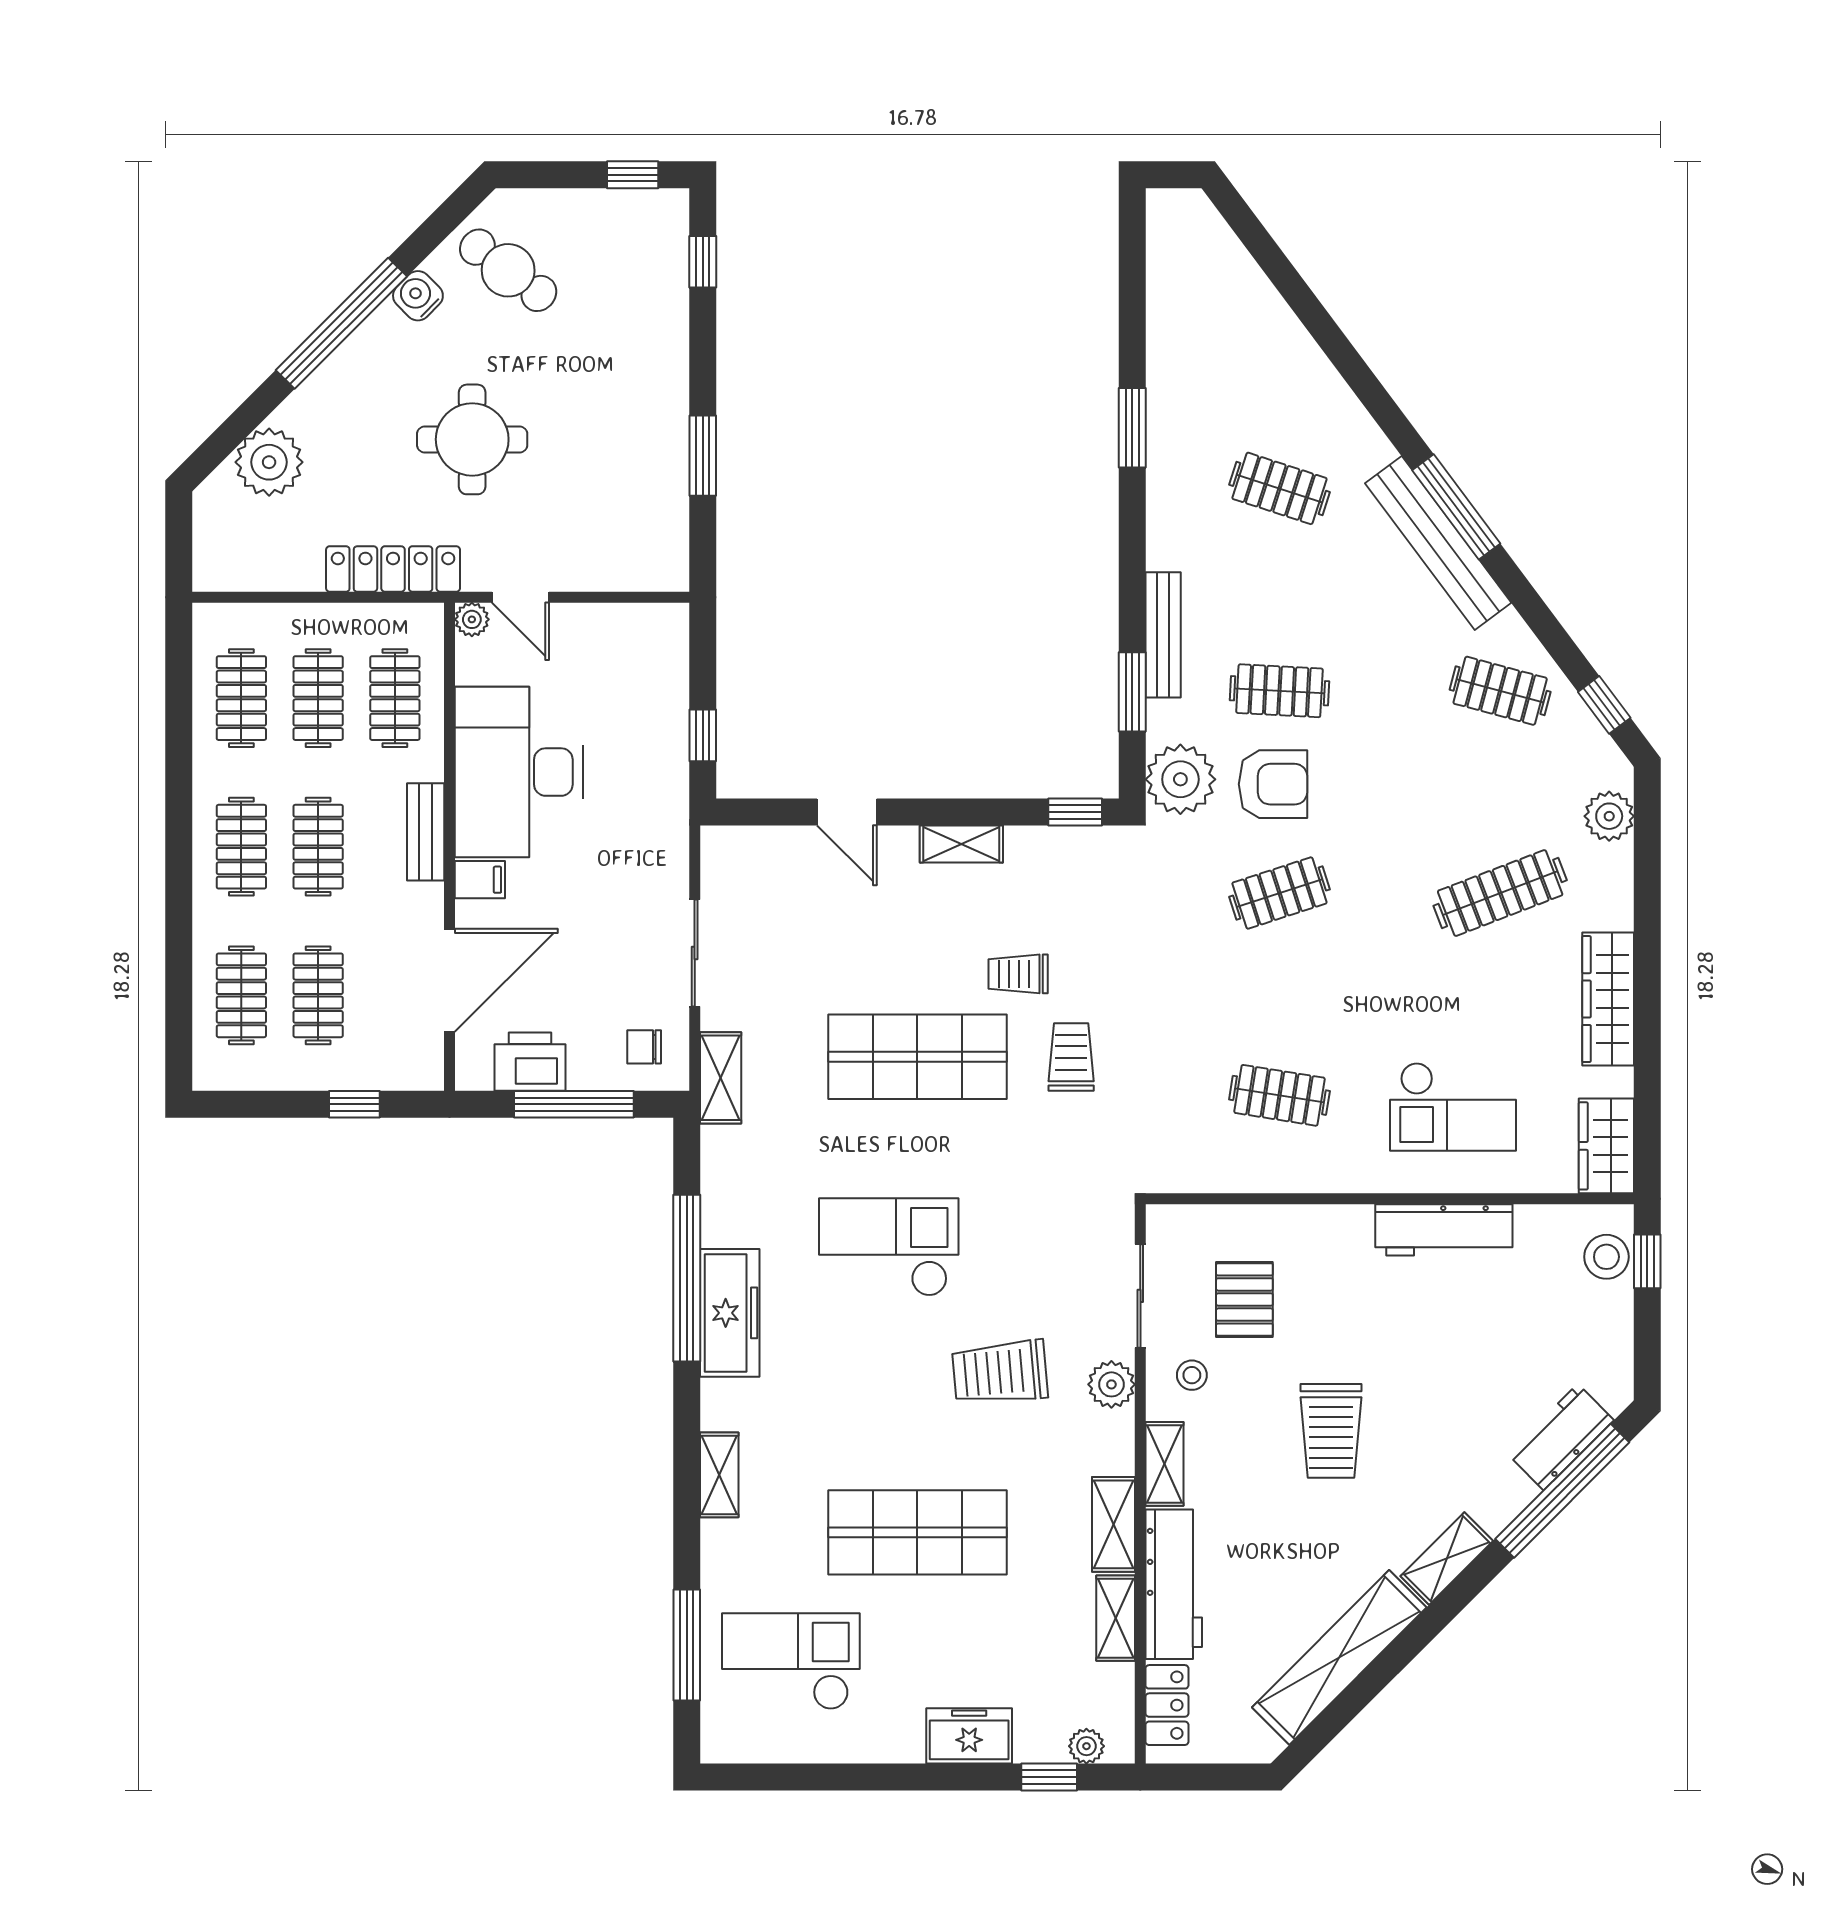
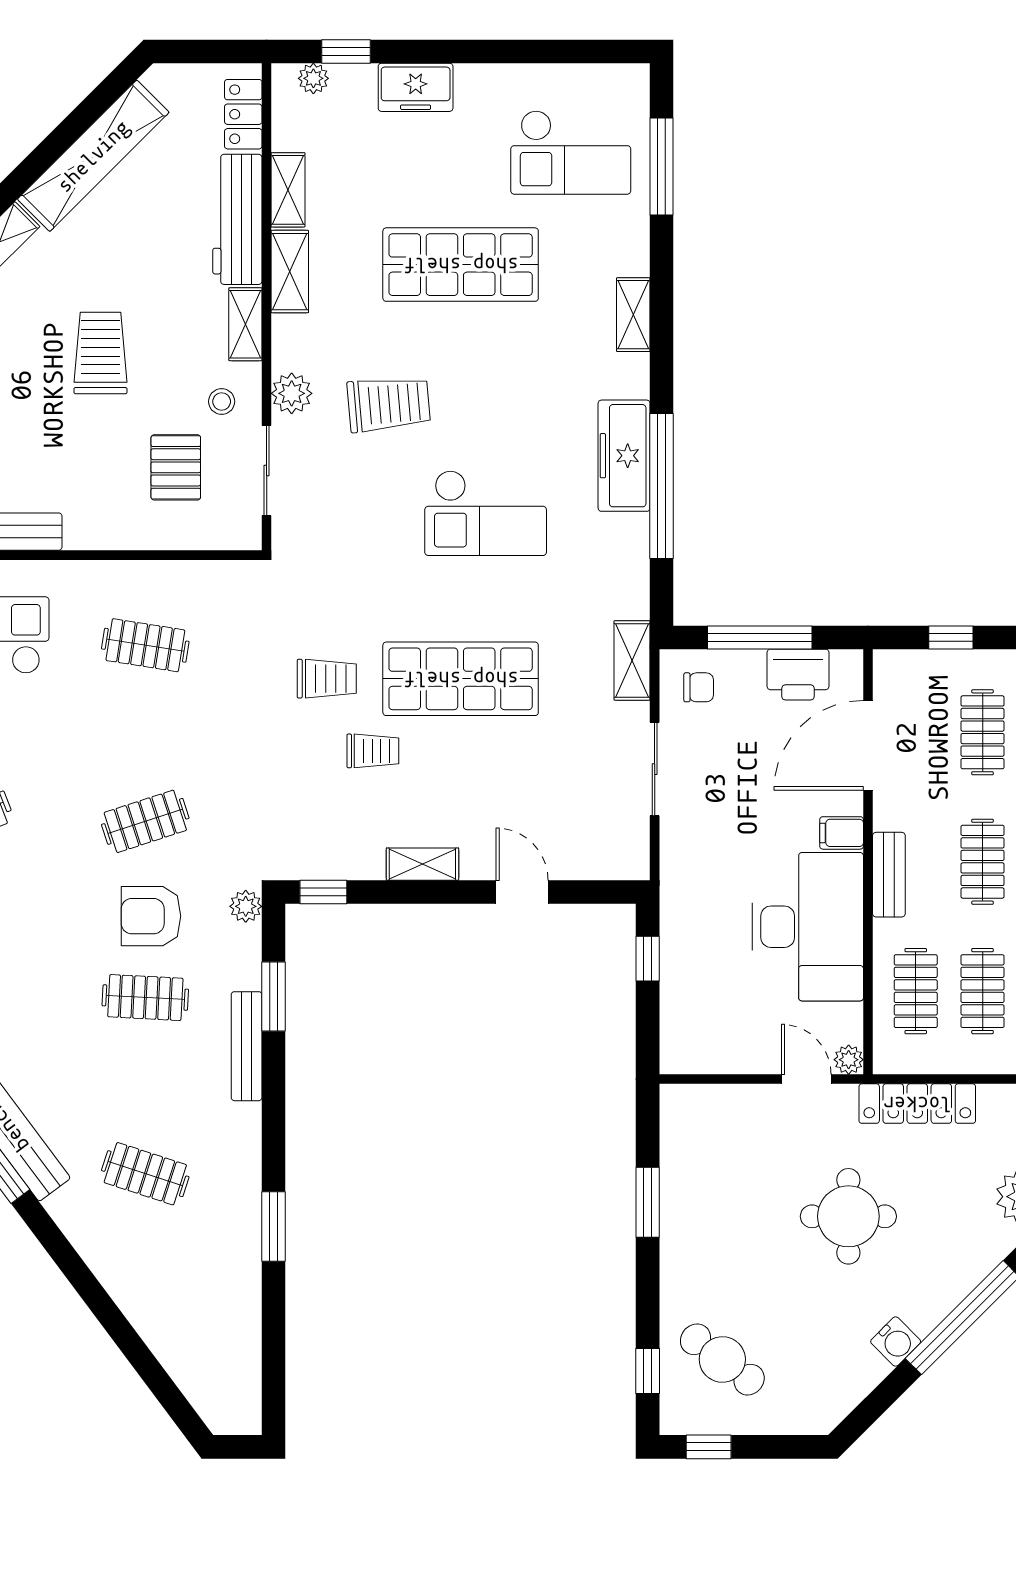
cafe table: (508, 270) -> (722, 1359), moved
plant: (1180, 779) -> (246, 906), width x0.53, depth x0.53
trolley: (1071, 1057) -> (327, 679), turned -90

